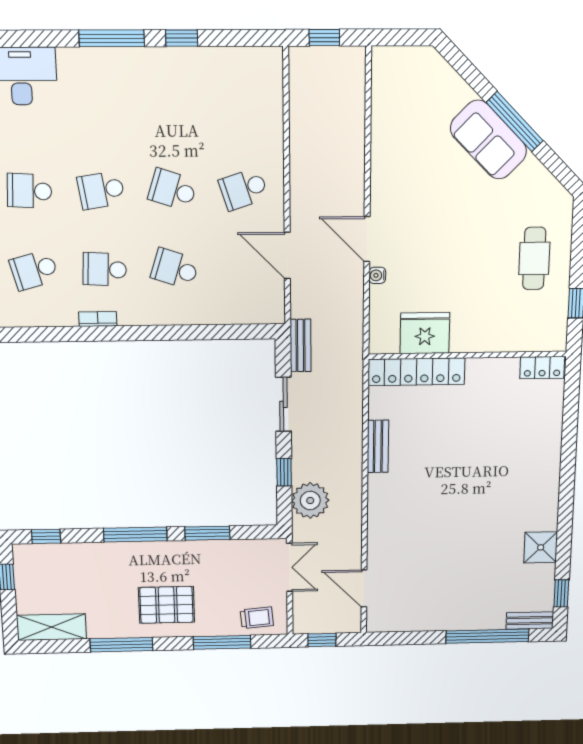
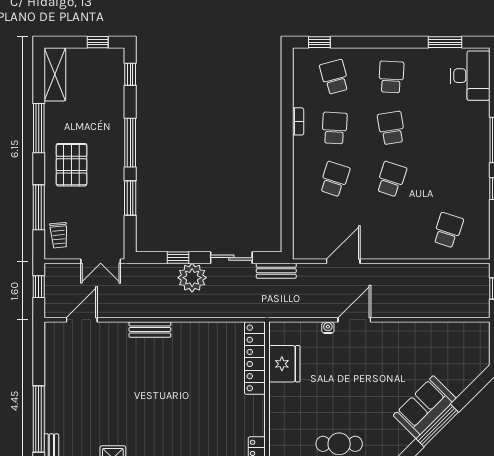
school desk: (244, 189) -> (448, 230), moved, turned 36
bench: (378, 446) -> (150, 329), moved
plant: (310, 501) -> (192, 278), moved

